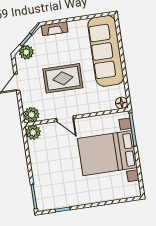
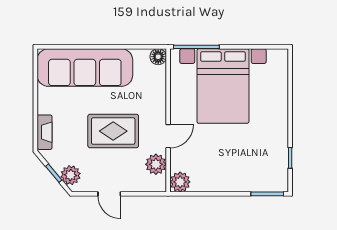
rug: (63, 78) -> (113, 131), turned 90
plant: (32, 115) -> (156, 164), moved

